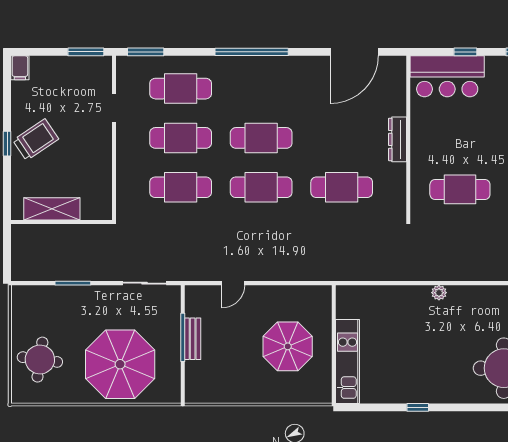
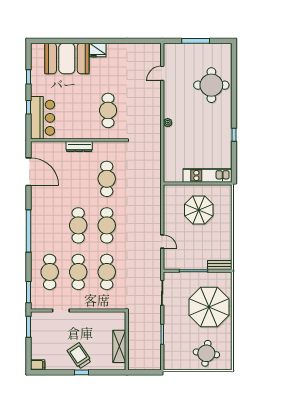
bench: (193, 339) -> (220, 265), moved

